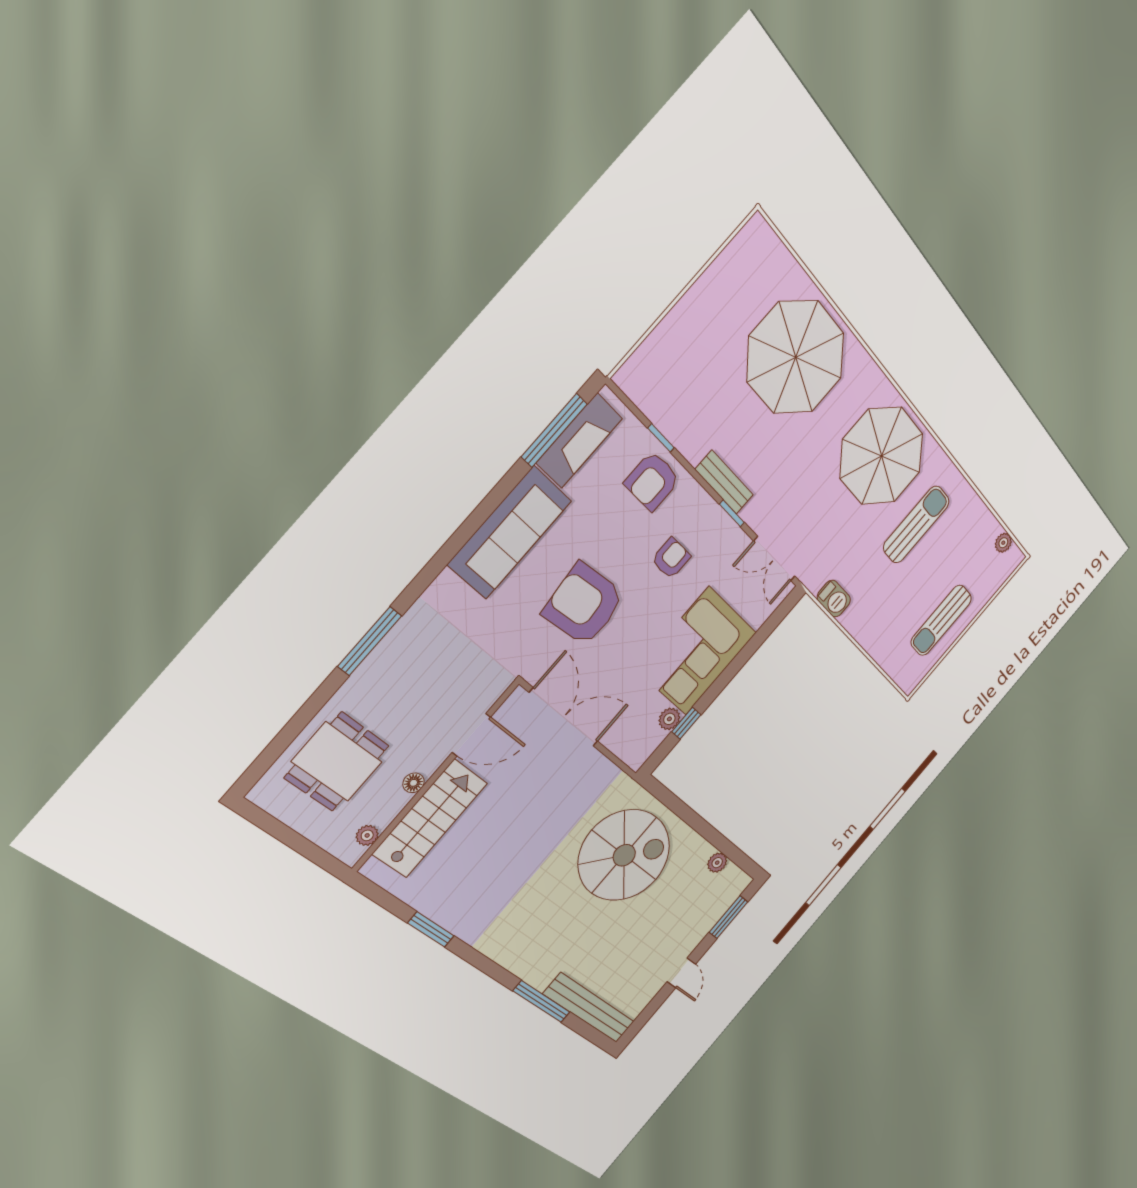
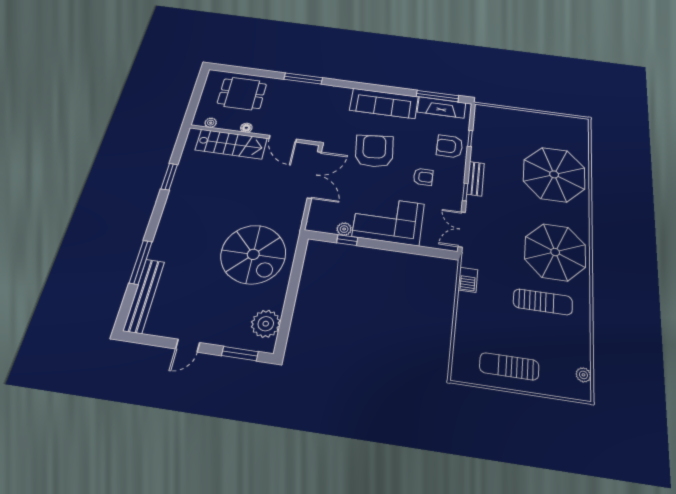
plant: (717, 863) -> (266, 324), width x1.87, depth x1.87

